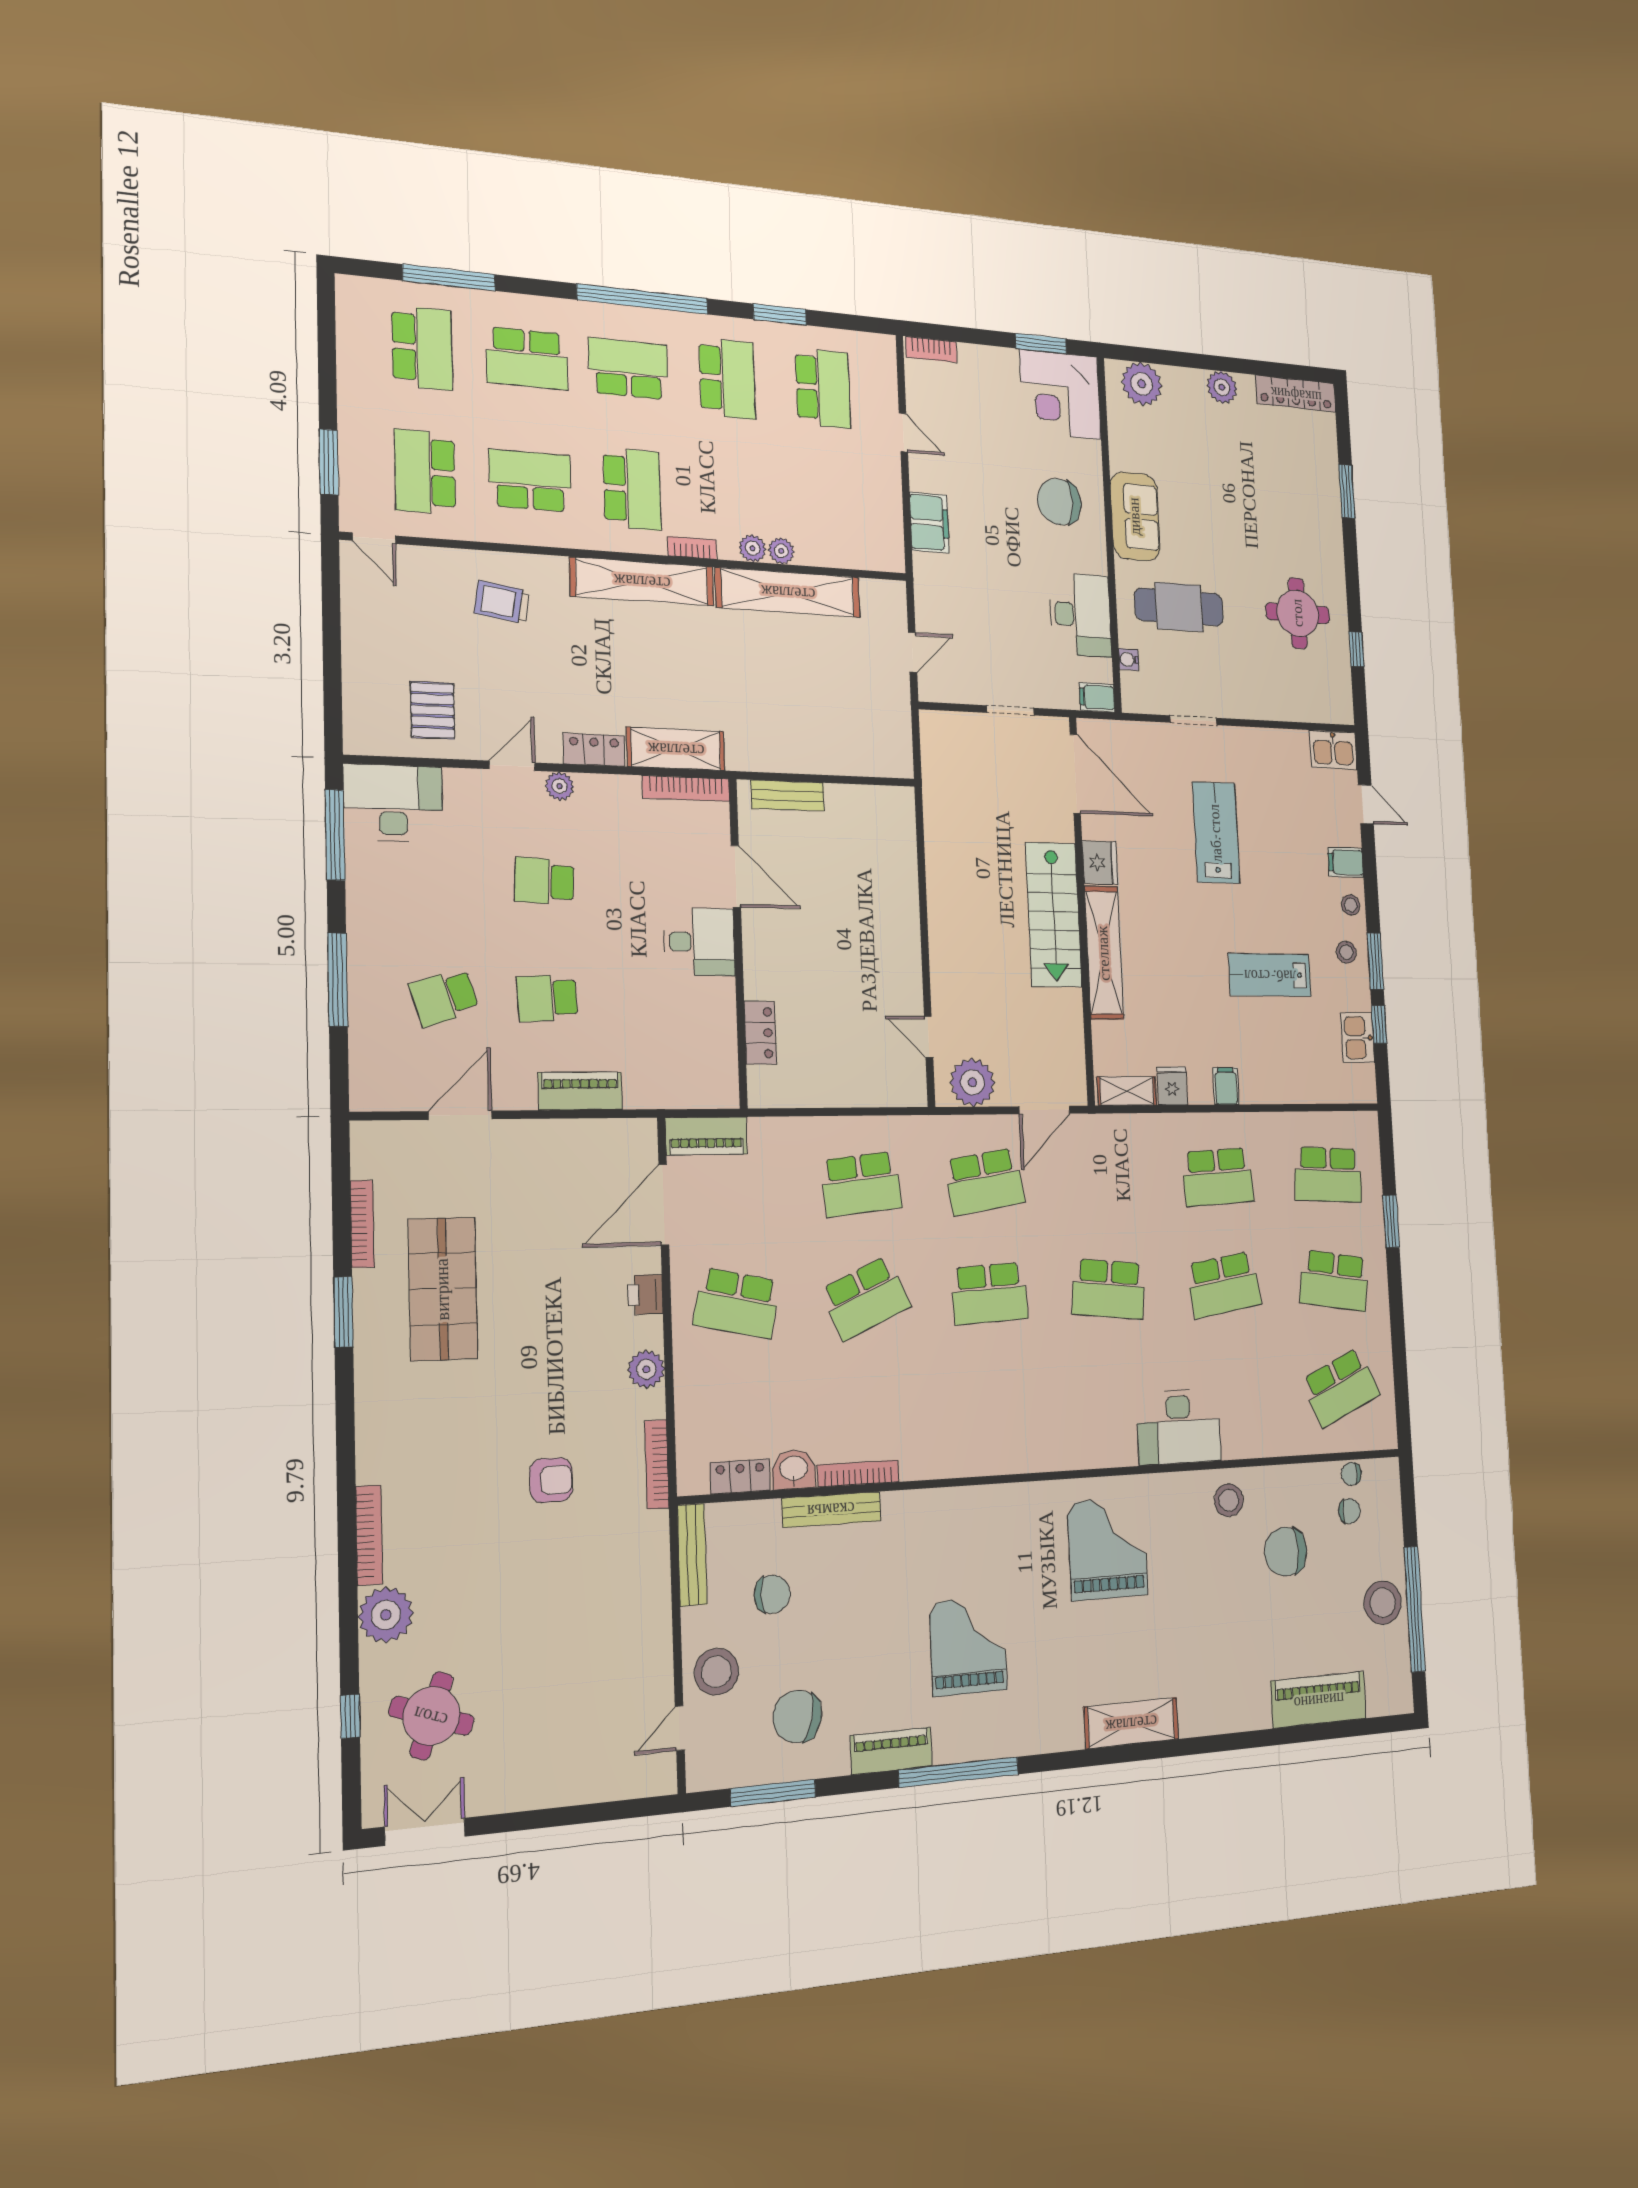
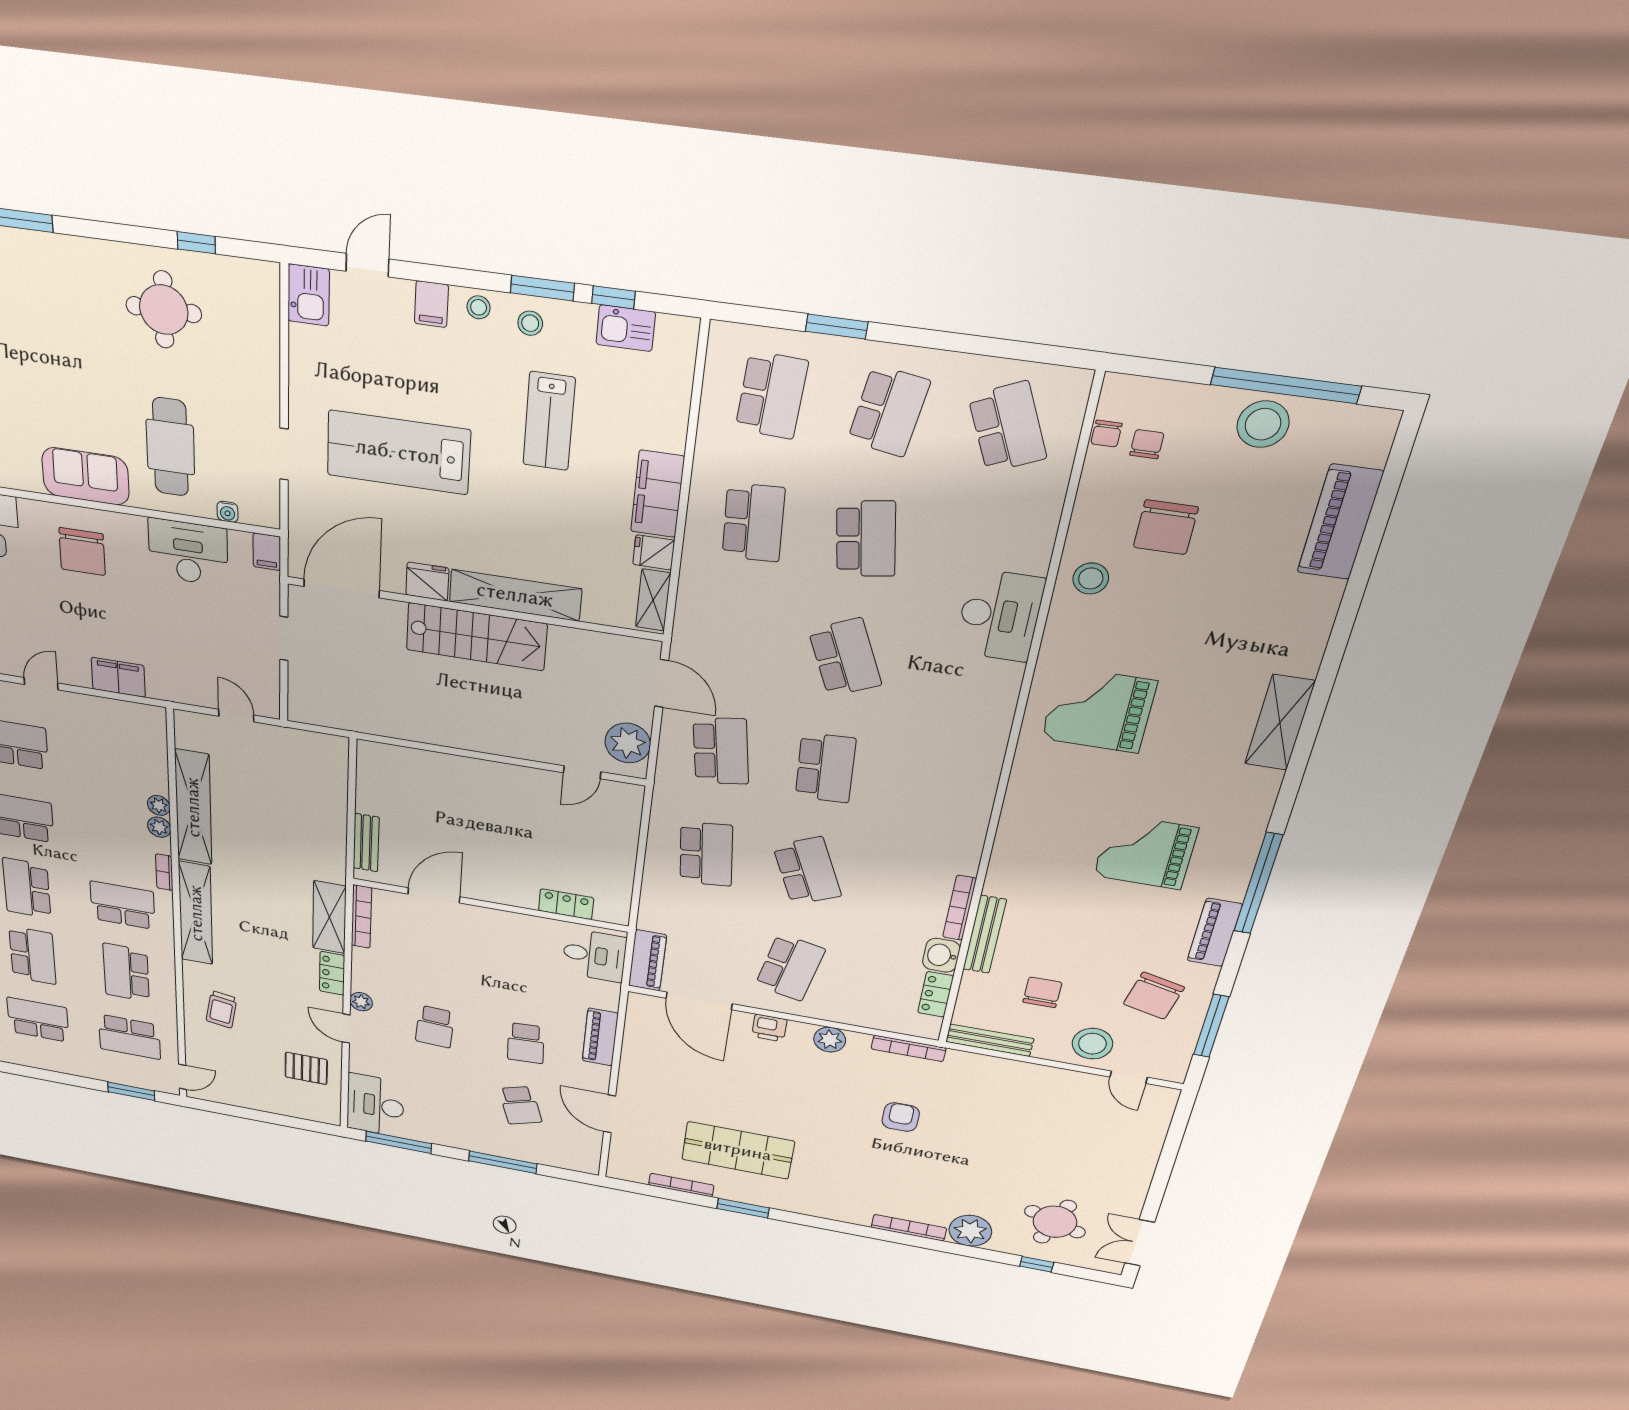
lab bench: (1216, 833) -> (398, 452), width x1.36, depth x1.39
desk: (699, 942) -> (594, 955), moved, turned 90
filing cabinet: (1226, 1086) -> (657, 494), width x3.00, depth x1.17
school desk: (1109, 1289) -> (845, 657), turned -30

